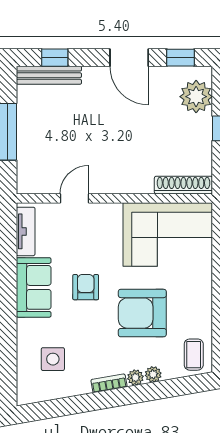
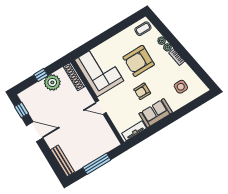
window: (55, 58) -> (54, 163), removed
door: (129, 58) -> (35, 132), hinge flipped
plant: (196, 97) -> (52, 82), moved
door: (74, 198) -> (101, 107), moved
armchair: (142, 313) -> (139, 61), turned 90

